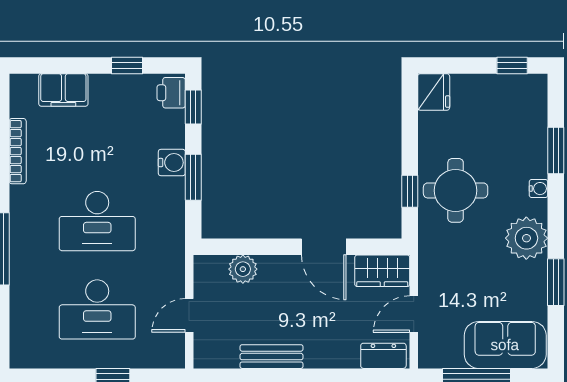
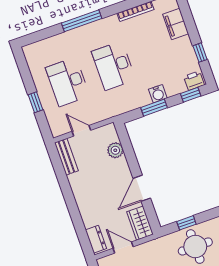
bench: (271, 357) -> (66, 157), moved

